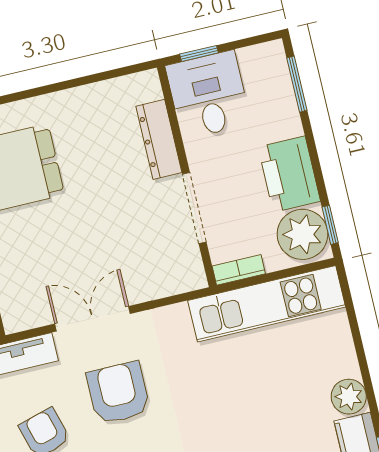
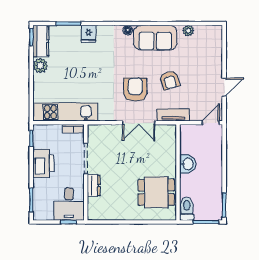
dresser: (159, 139) -> (94, 186), width x0.70
plant: (302, 234) -> (44, 137), removed
armchair: (118, 393) -> (135, 90), turned 180

